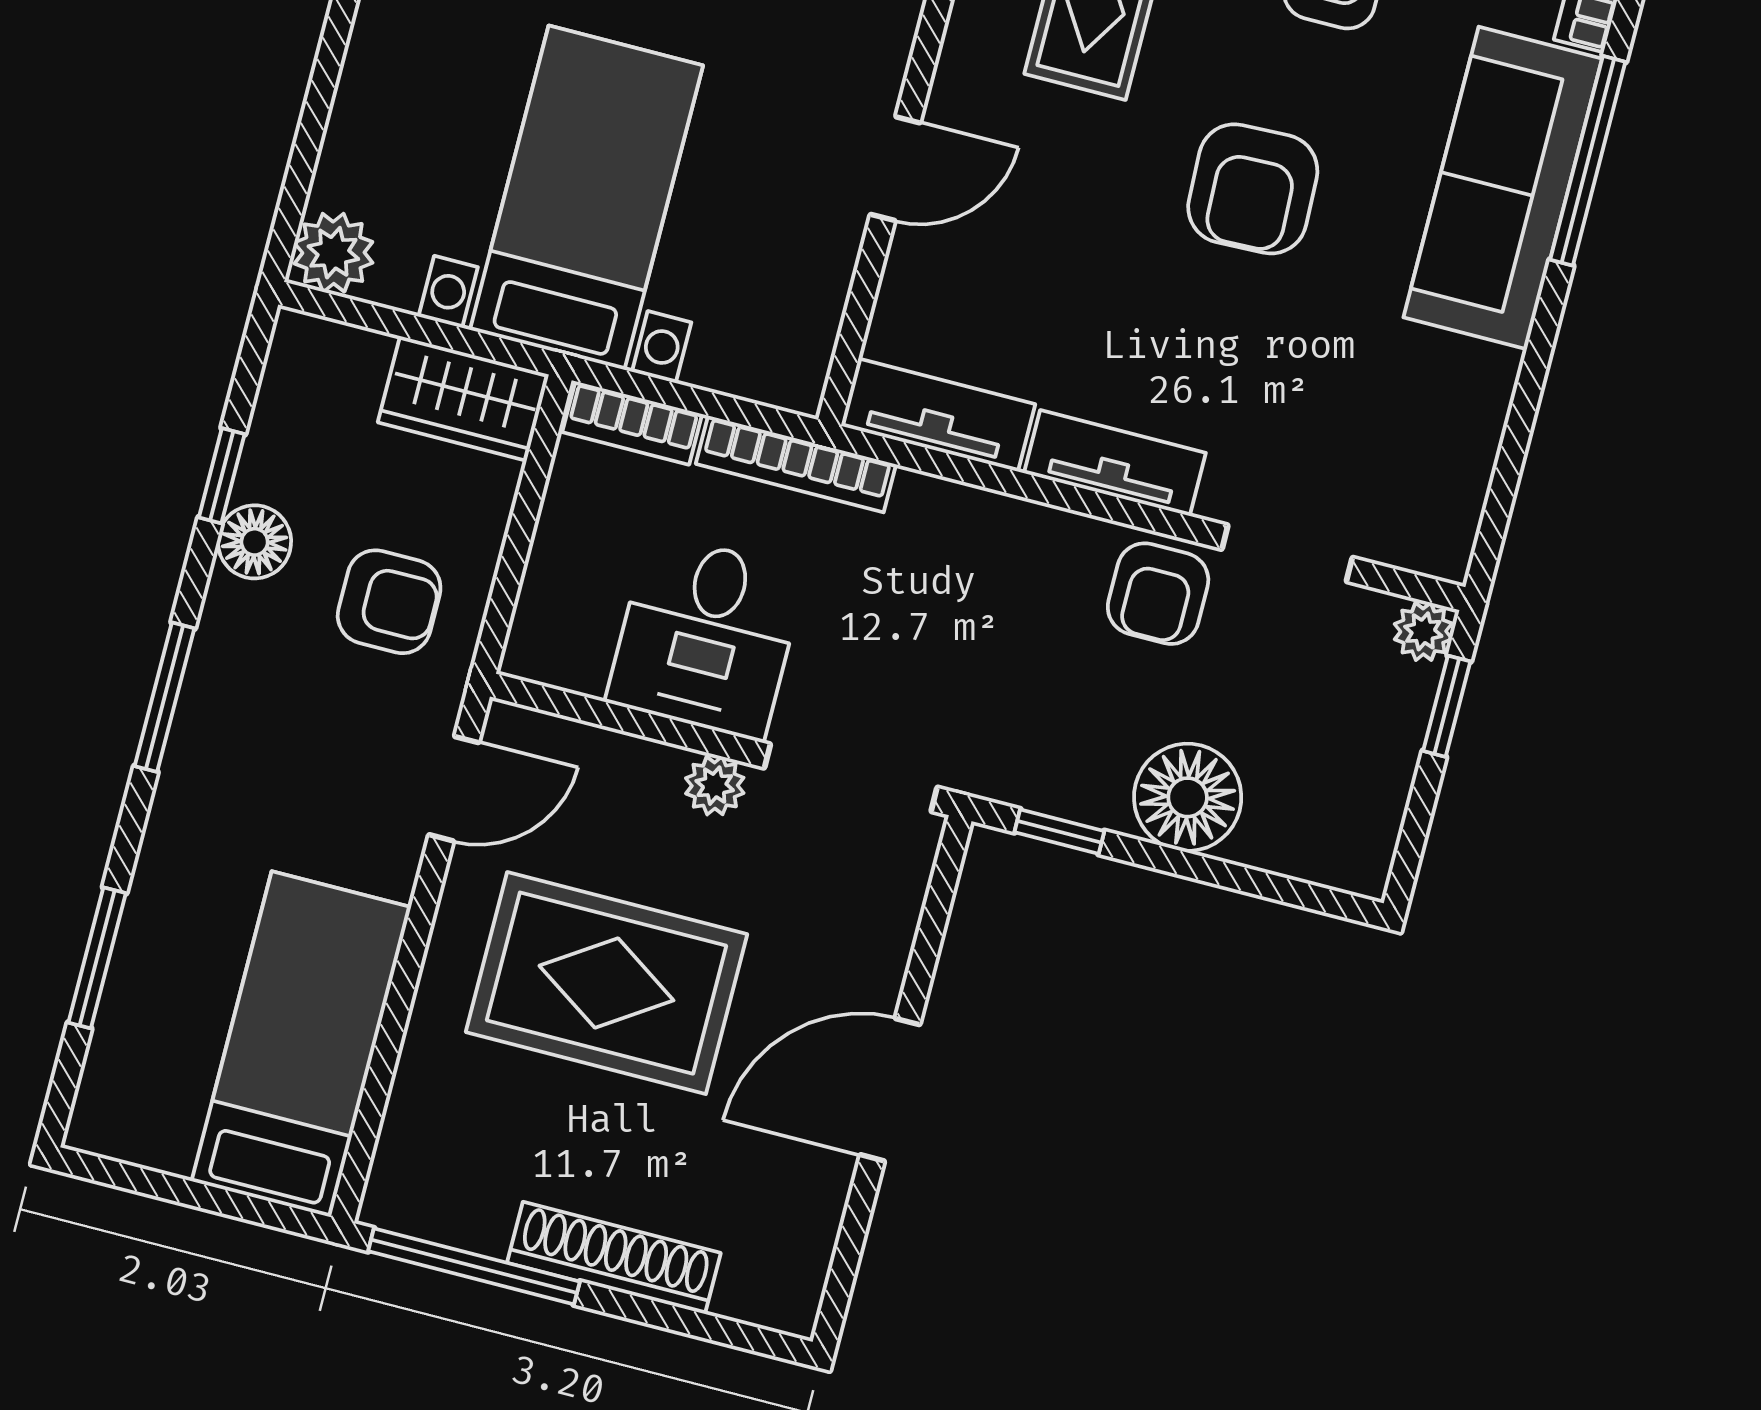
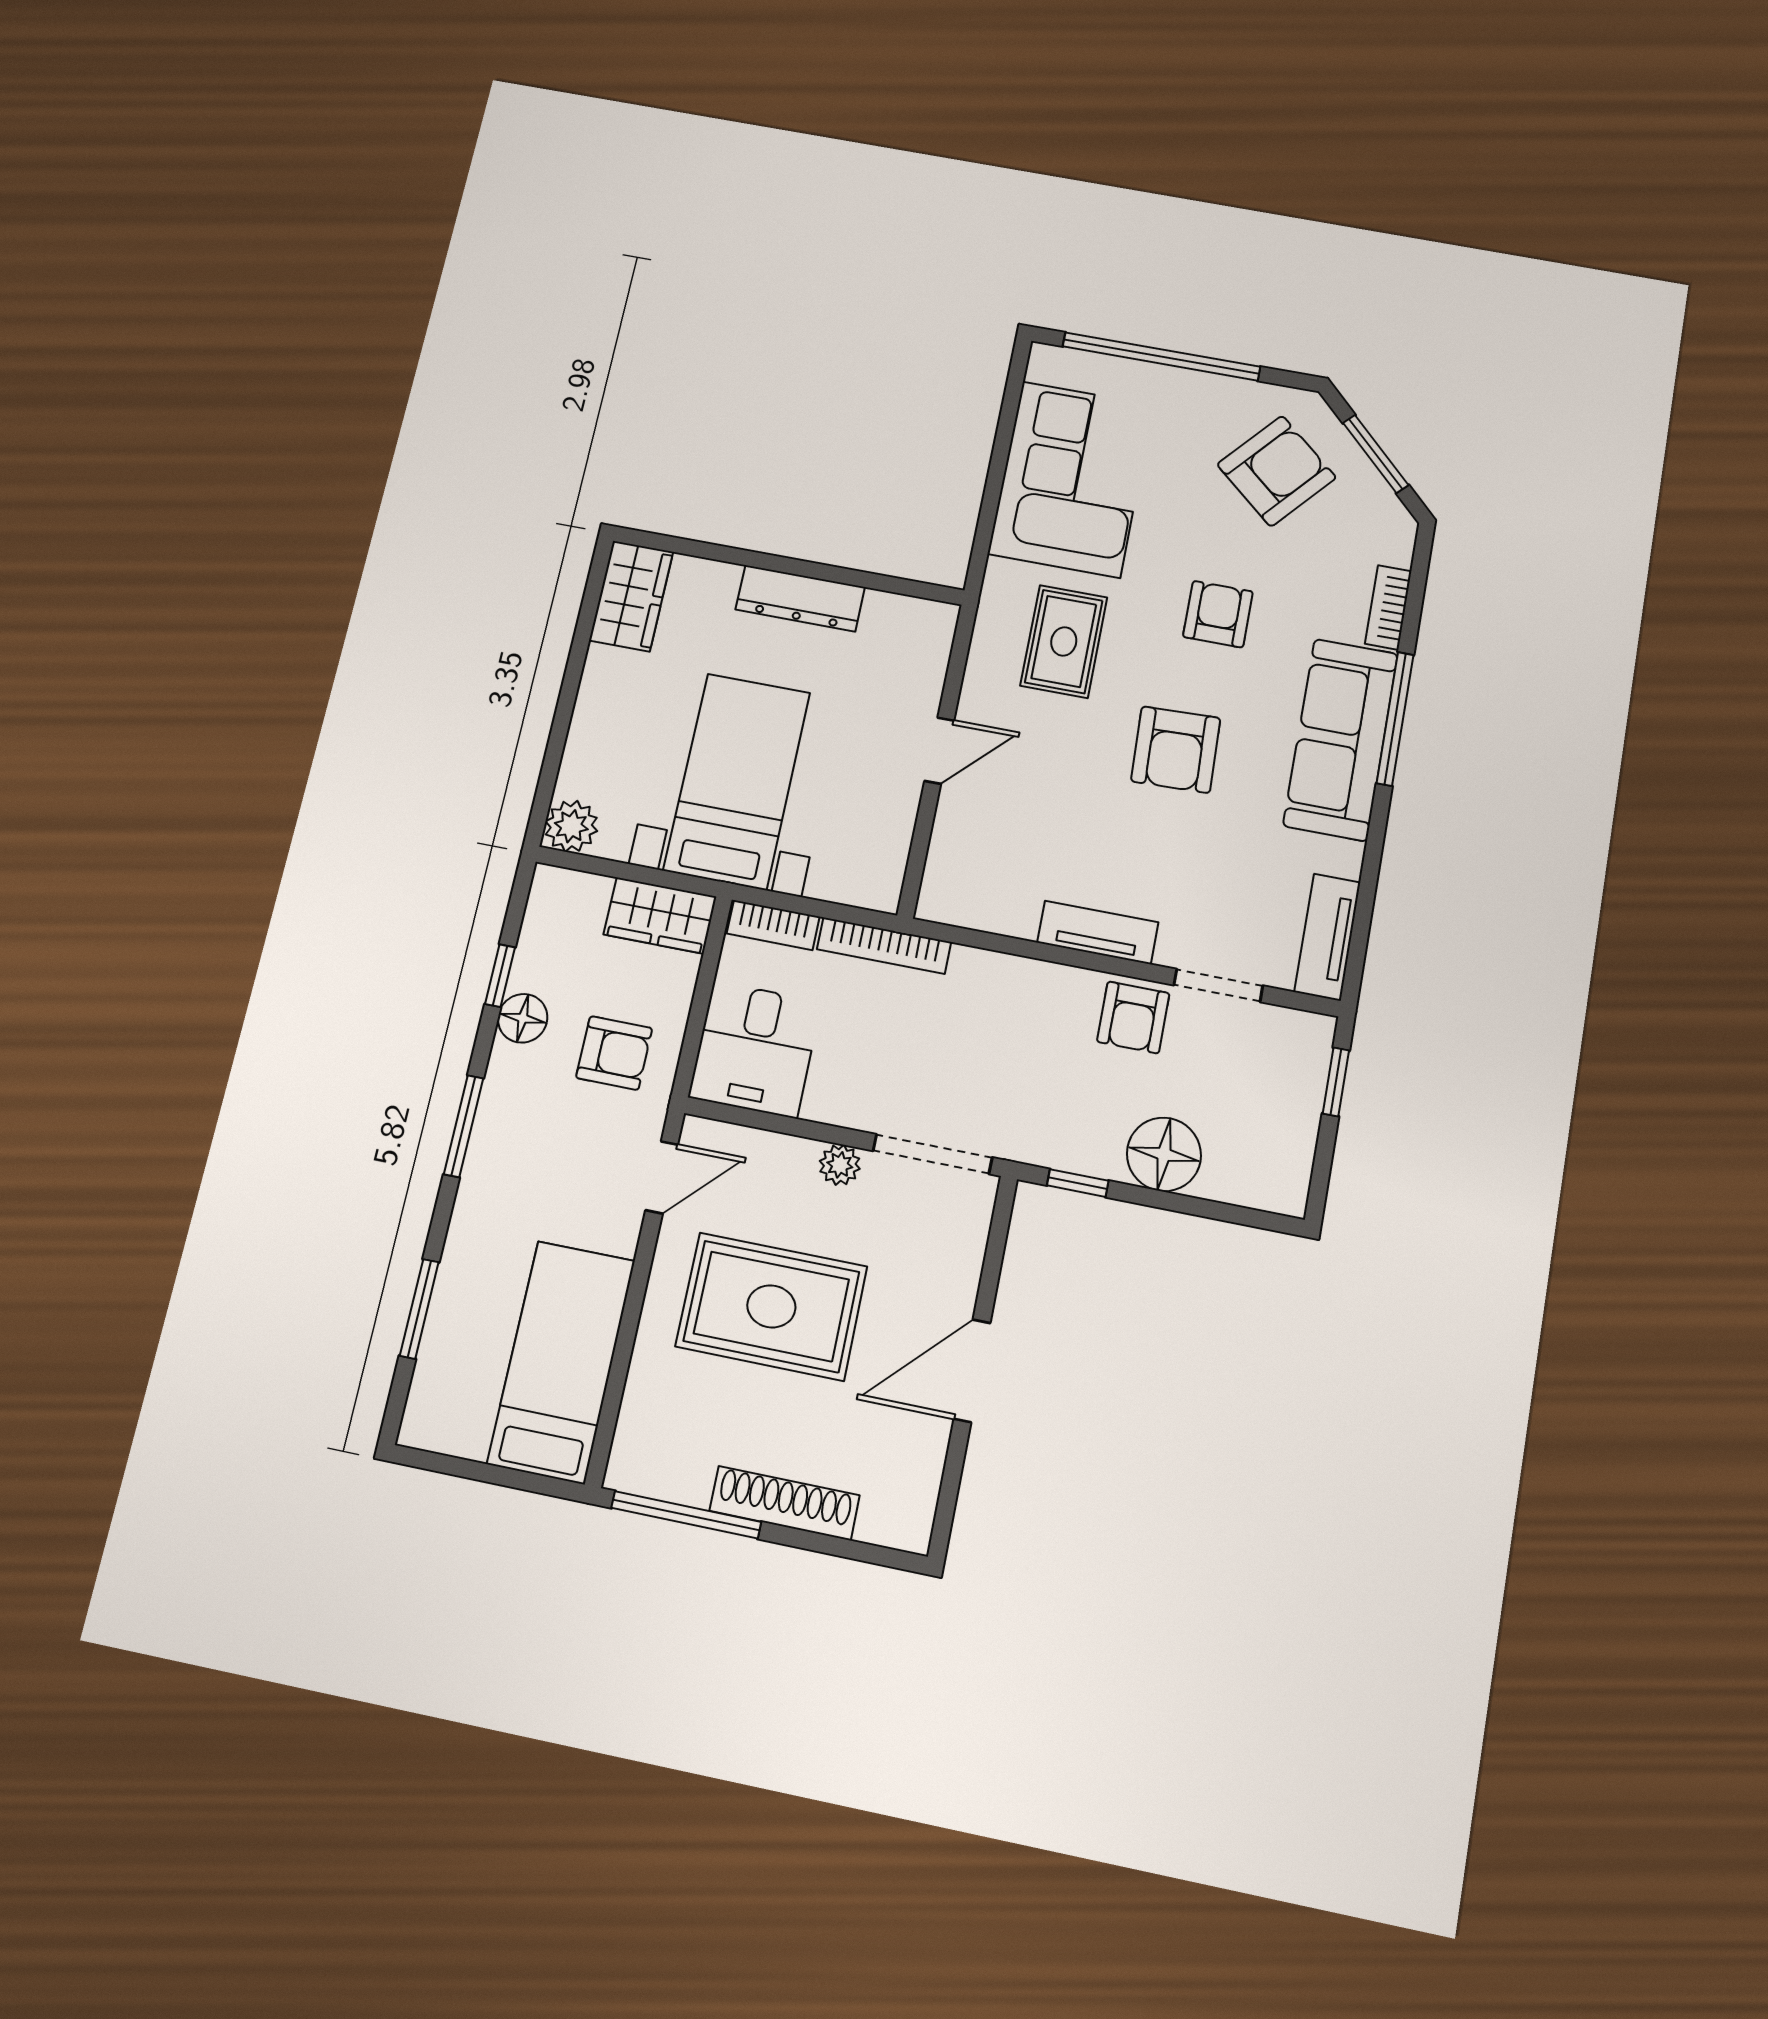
tv unit: (938, 415) -> (1327, 937), moved, turned -90
plant: (1423, 631) -> (1315, 1032), removed
desk: (706, 637) -> (755, 1049), moved

